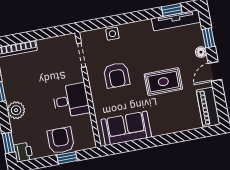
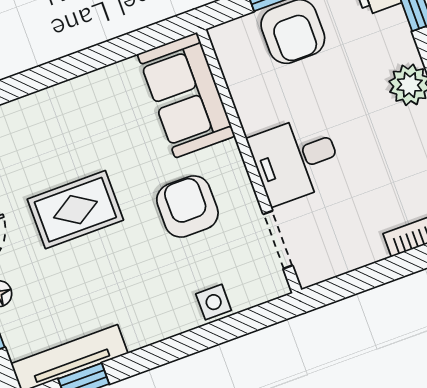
desk: (71, 100) -> (296, 159), moved
sofa: (126, 128) -> (186, 95), moved, turned 90

